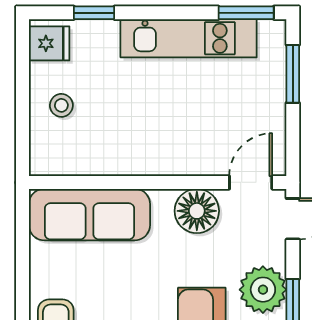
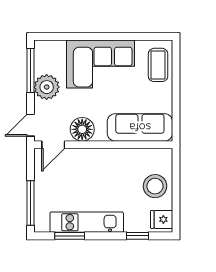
window: (246, 13) -> (70, 236), moved
window: (293, 74) -> (31, 203), width x1.44
stool: (61, 105) -> (155, 186), width x1.89, depth x1.89

